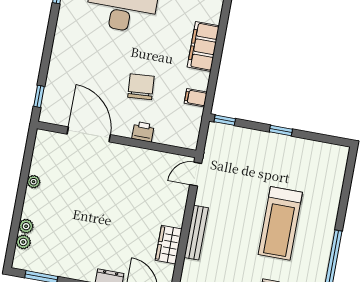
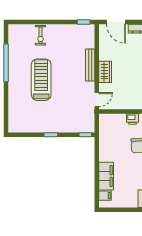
filing cabinet: (196, 98) -> (105, 196), moved
wardrobe: (169, 245) -> (105, 72), moved

